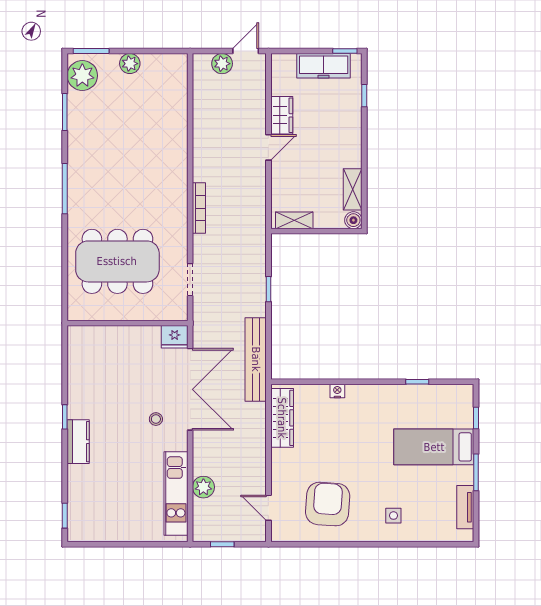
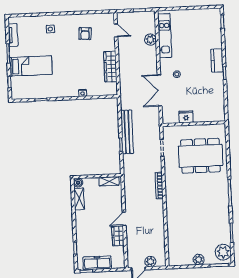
fridge: (175, 337) -> (186, 117), moved
bench: (256, 359) -> (127, 132), moved
double door: (190, 389) -> (160, 90), width x0.73
wardrobe: (282, 418) -> (110, 67), moved
armchair: (328, 504) -> (85, 34), width x0.53, depth x0.53

